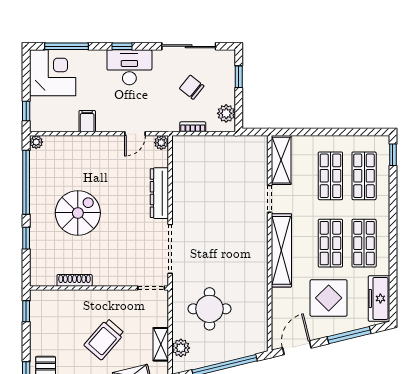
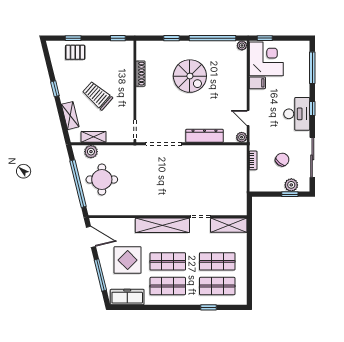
corner desk: (53, 73) -> (266, 59), moved, turned -90
plant: (226, 113) -> (291, 185), moved
window: (393, 155) -> (208, 307), moved
round table: (210, 309) -> (102, 179), moved

